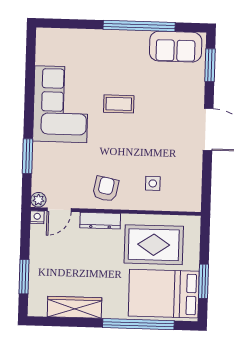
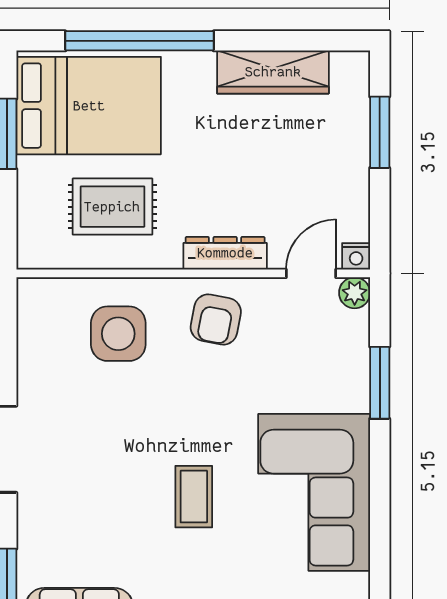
coffee table: (119, 104) -> (194, 497), turned 90
side table: (153, 183) -> (118, 334), width x1.87, depth x1.87
rug: (154, 245) -> (112, 207), width x0.73, depth x0.70

